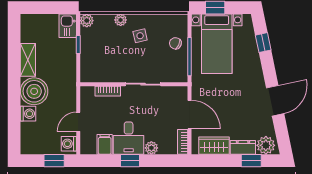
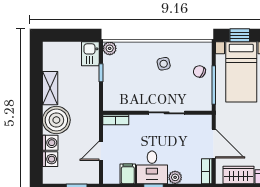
plant: (121, 20) -> (144, 48), removed
bookcase: (108, 91) -> (116, 120), moved
washing machine: (69, 144) -> (50, 159), moved, turned 180

